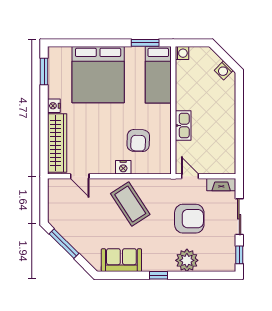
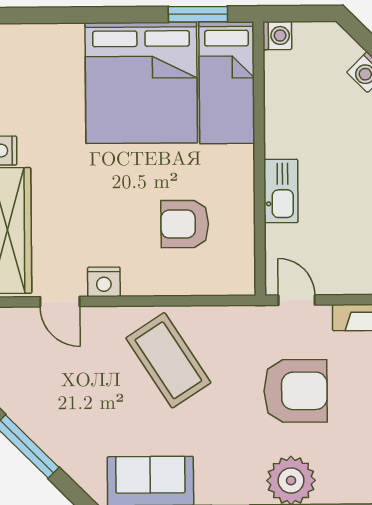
bed: (98, 75) -> (141, 83), moved
armchair: (138, 141) -> (185, 224), turned 88
nightstand: (123, 167) -> (104, 282), moved

